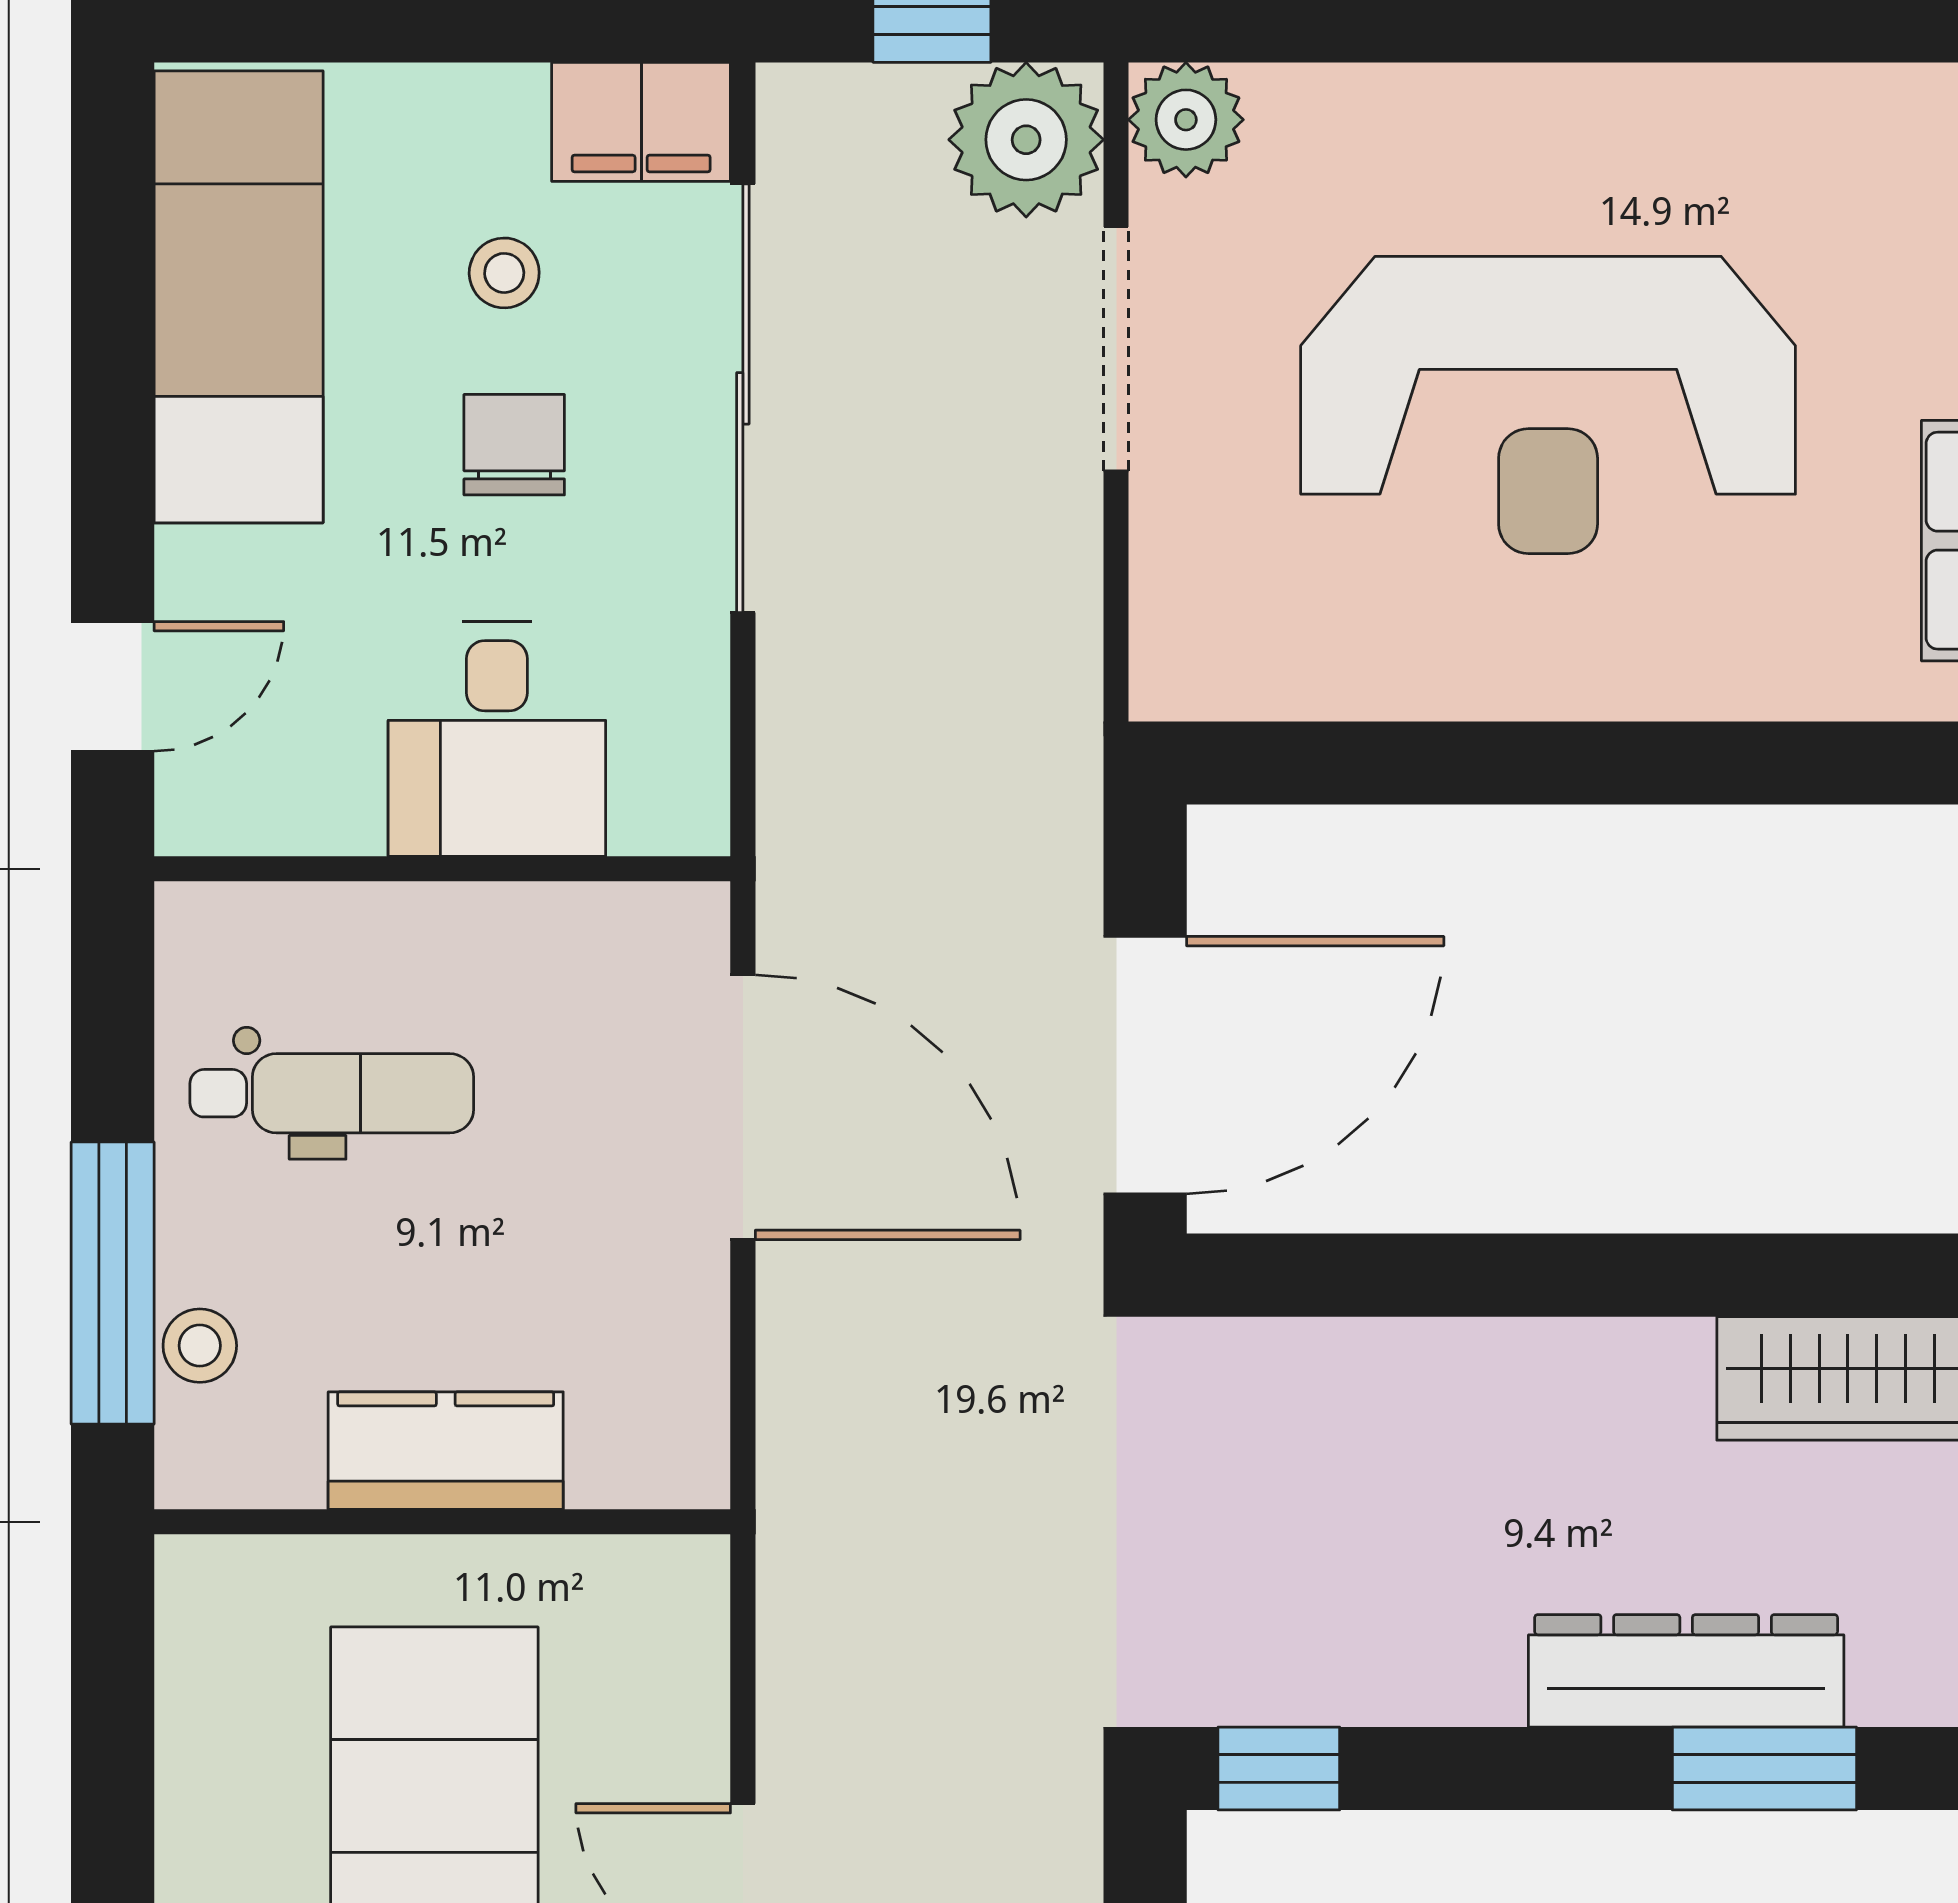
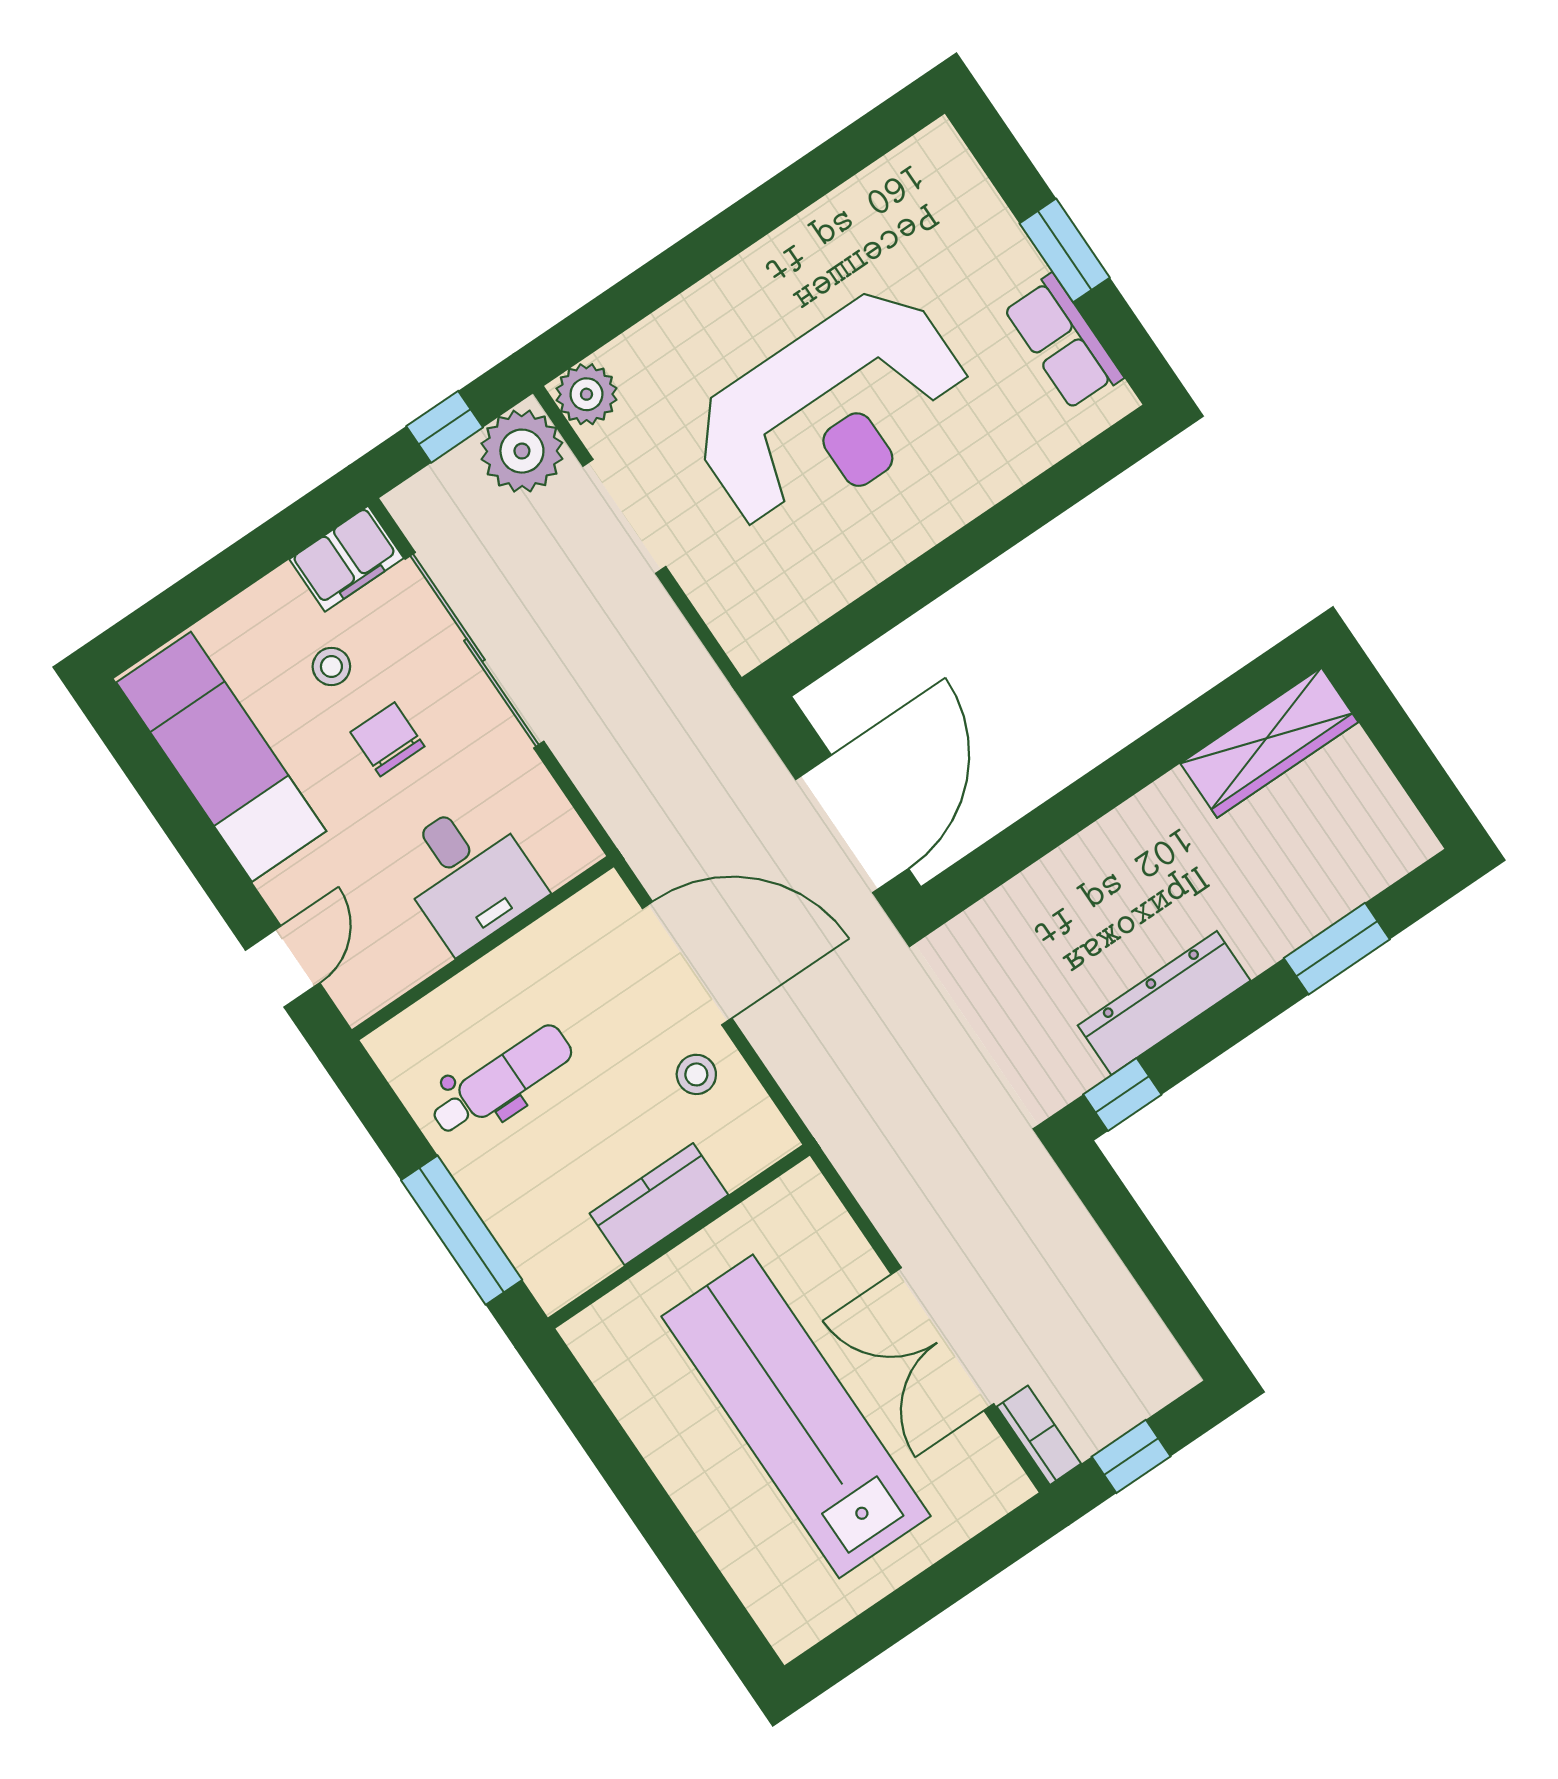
stool: (200, 1346) -> (696, 1074), moved
dresser: (1686, 1671) -> (1164, 1003), moved

